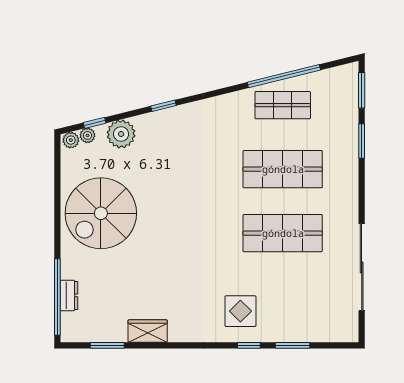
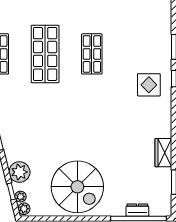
shop shelf: (283, 233) -> (92, 54), width x0.70, depth x0.74

